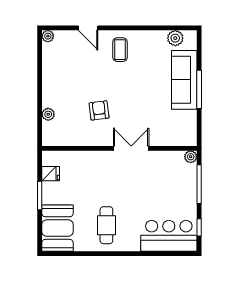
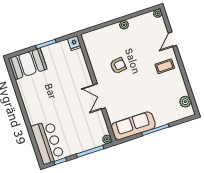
sofa: (184, 80) -> (133, 126), moved
plant: (48, 114) -> (124, 25), moved
double door: (131, 148) -> (99, 96), swing flipped
fridge: (51, 174) -> (74, 43), moved
cafe table: (106, 225) -> (41, 97), removed

